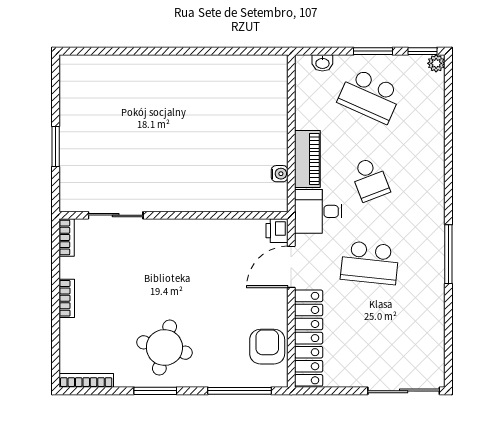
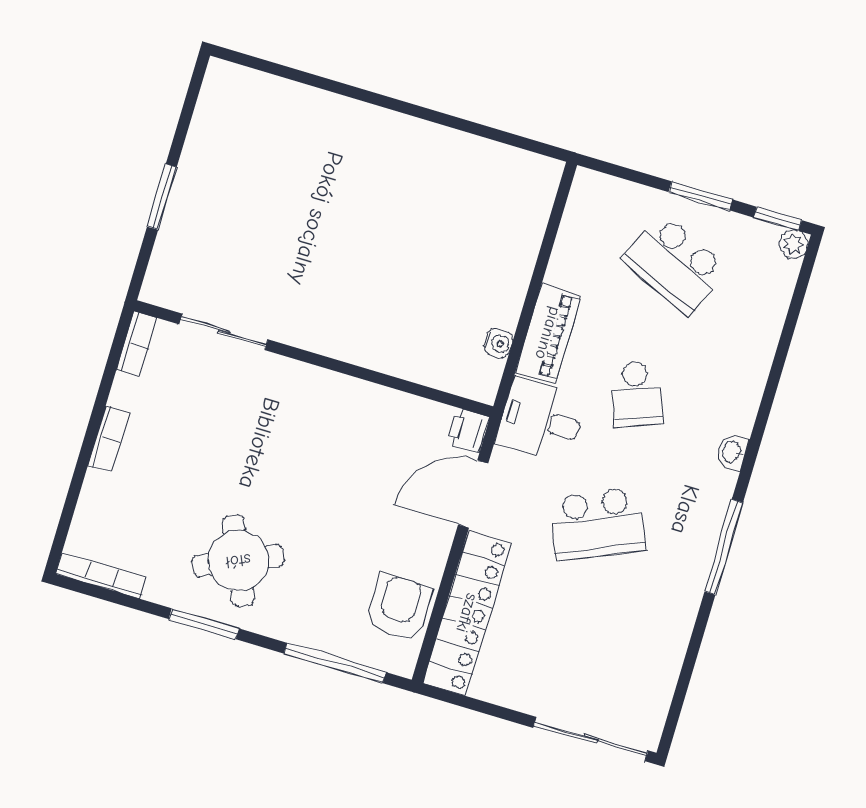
washbasin: (322, 63) -> (732, 452), moved, turned 90
school desk: (370, 263) -> (597, 524), turned -30
round table: (164, 348) -> (238, 561), turned -38

